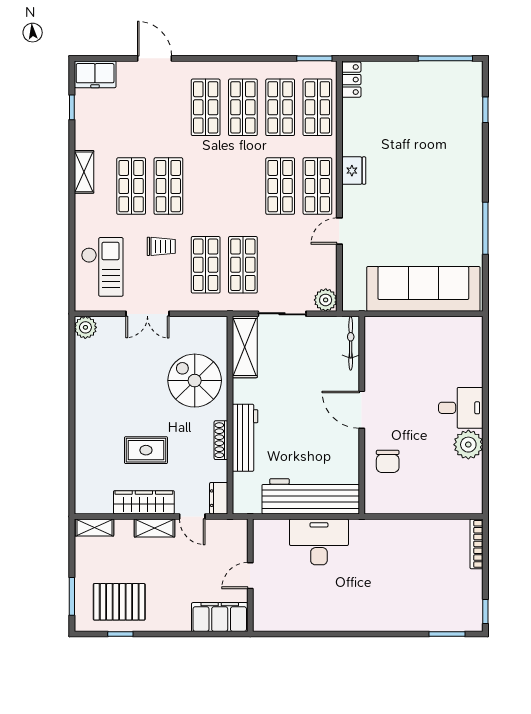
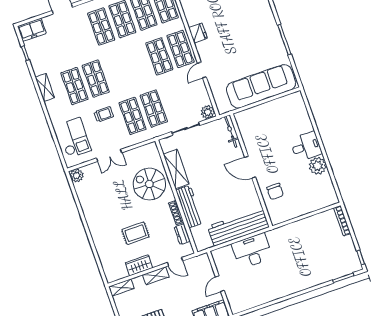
shelving: (245, 347) -> (176, 169), moved
dresser: (219, 498) -> (182, 234), moved
wardrobe: (144, 502) -> (139, 265), width x0.67

